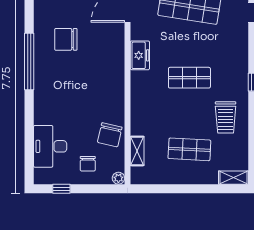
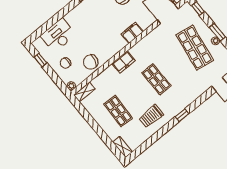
freezer: (140, 55) -> (124, 62), moved
filing cabinet: (115, 62) -> (132, 33), added
shelving: (137, 151) -> (84, 92), moved

